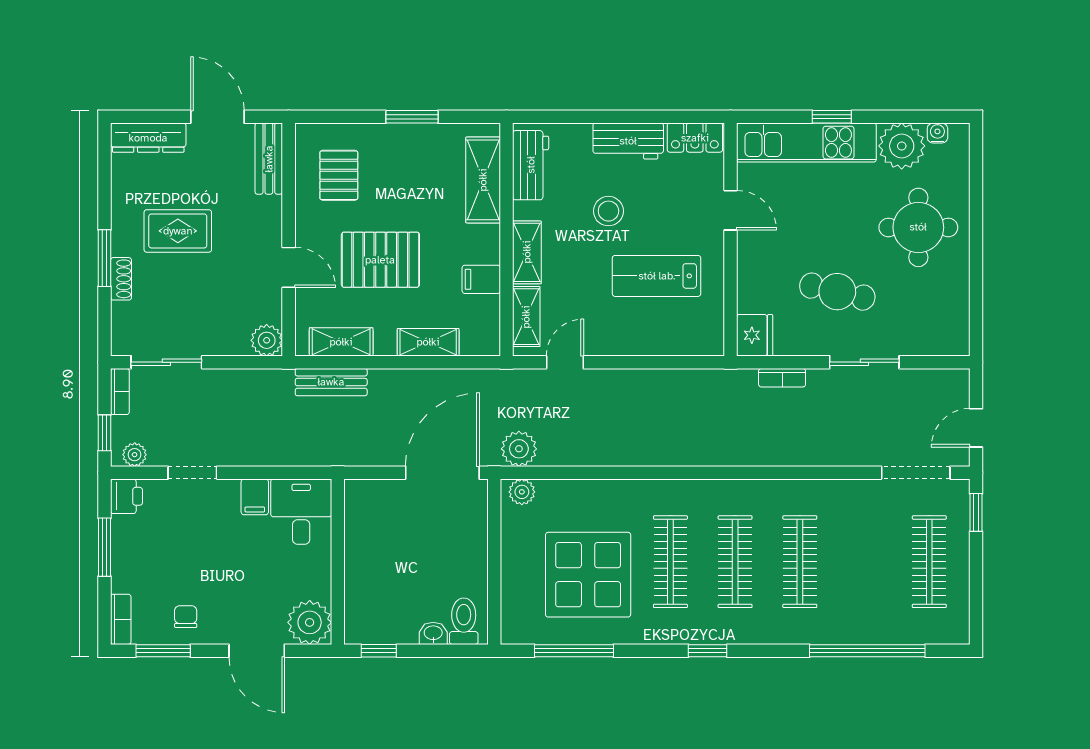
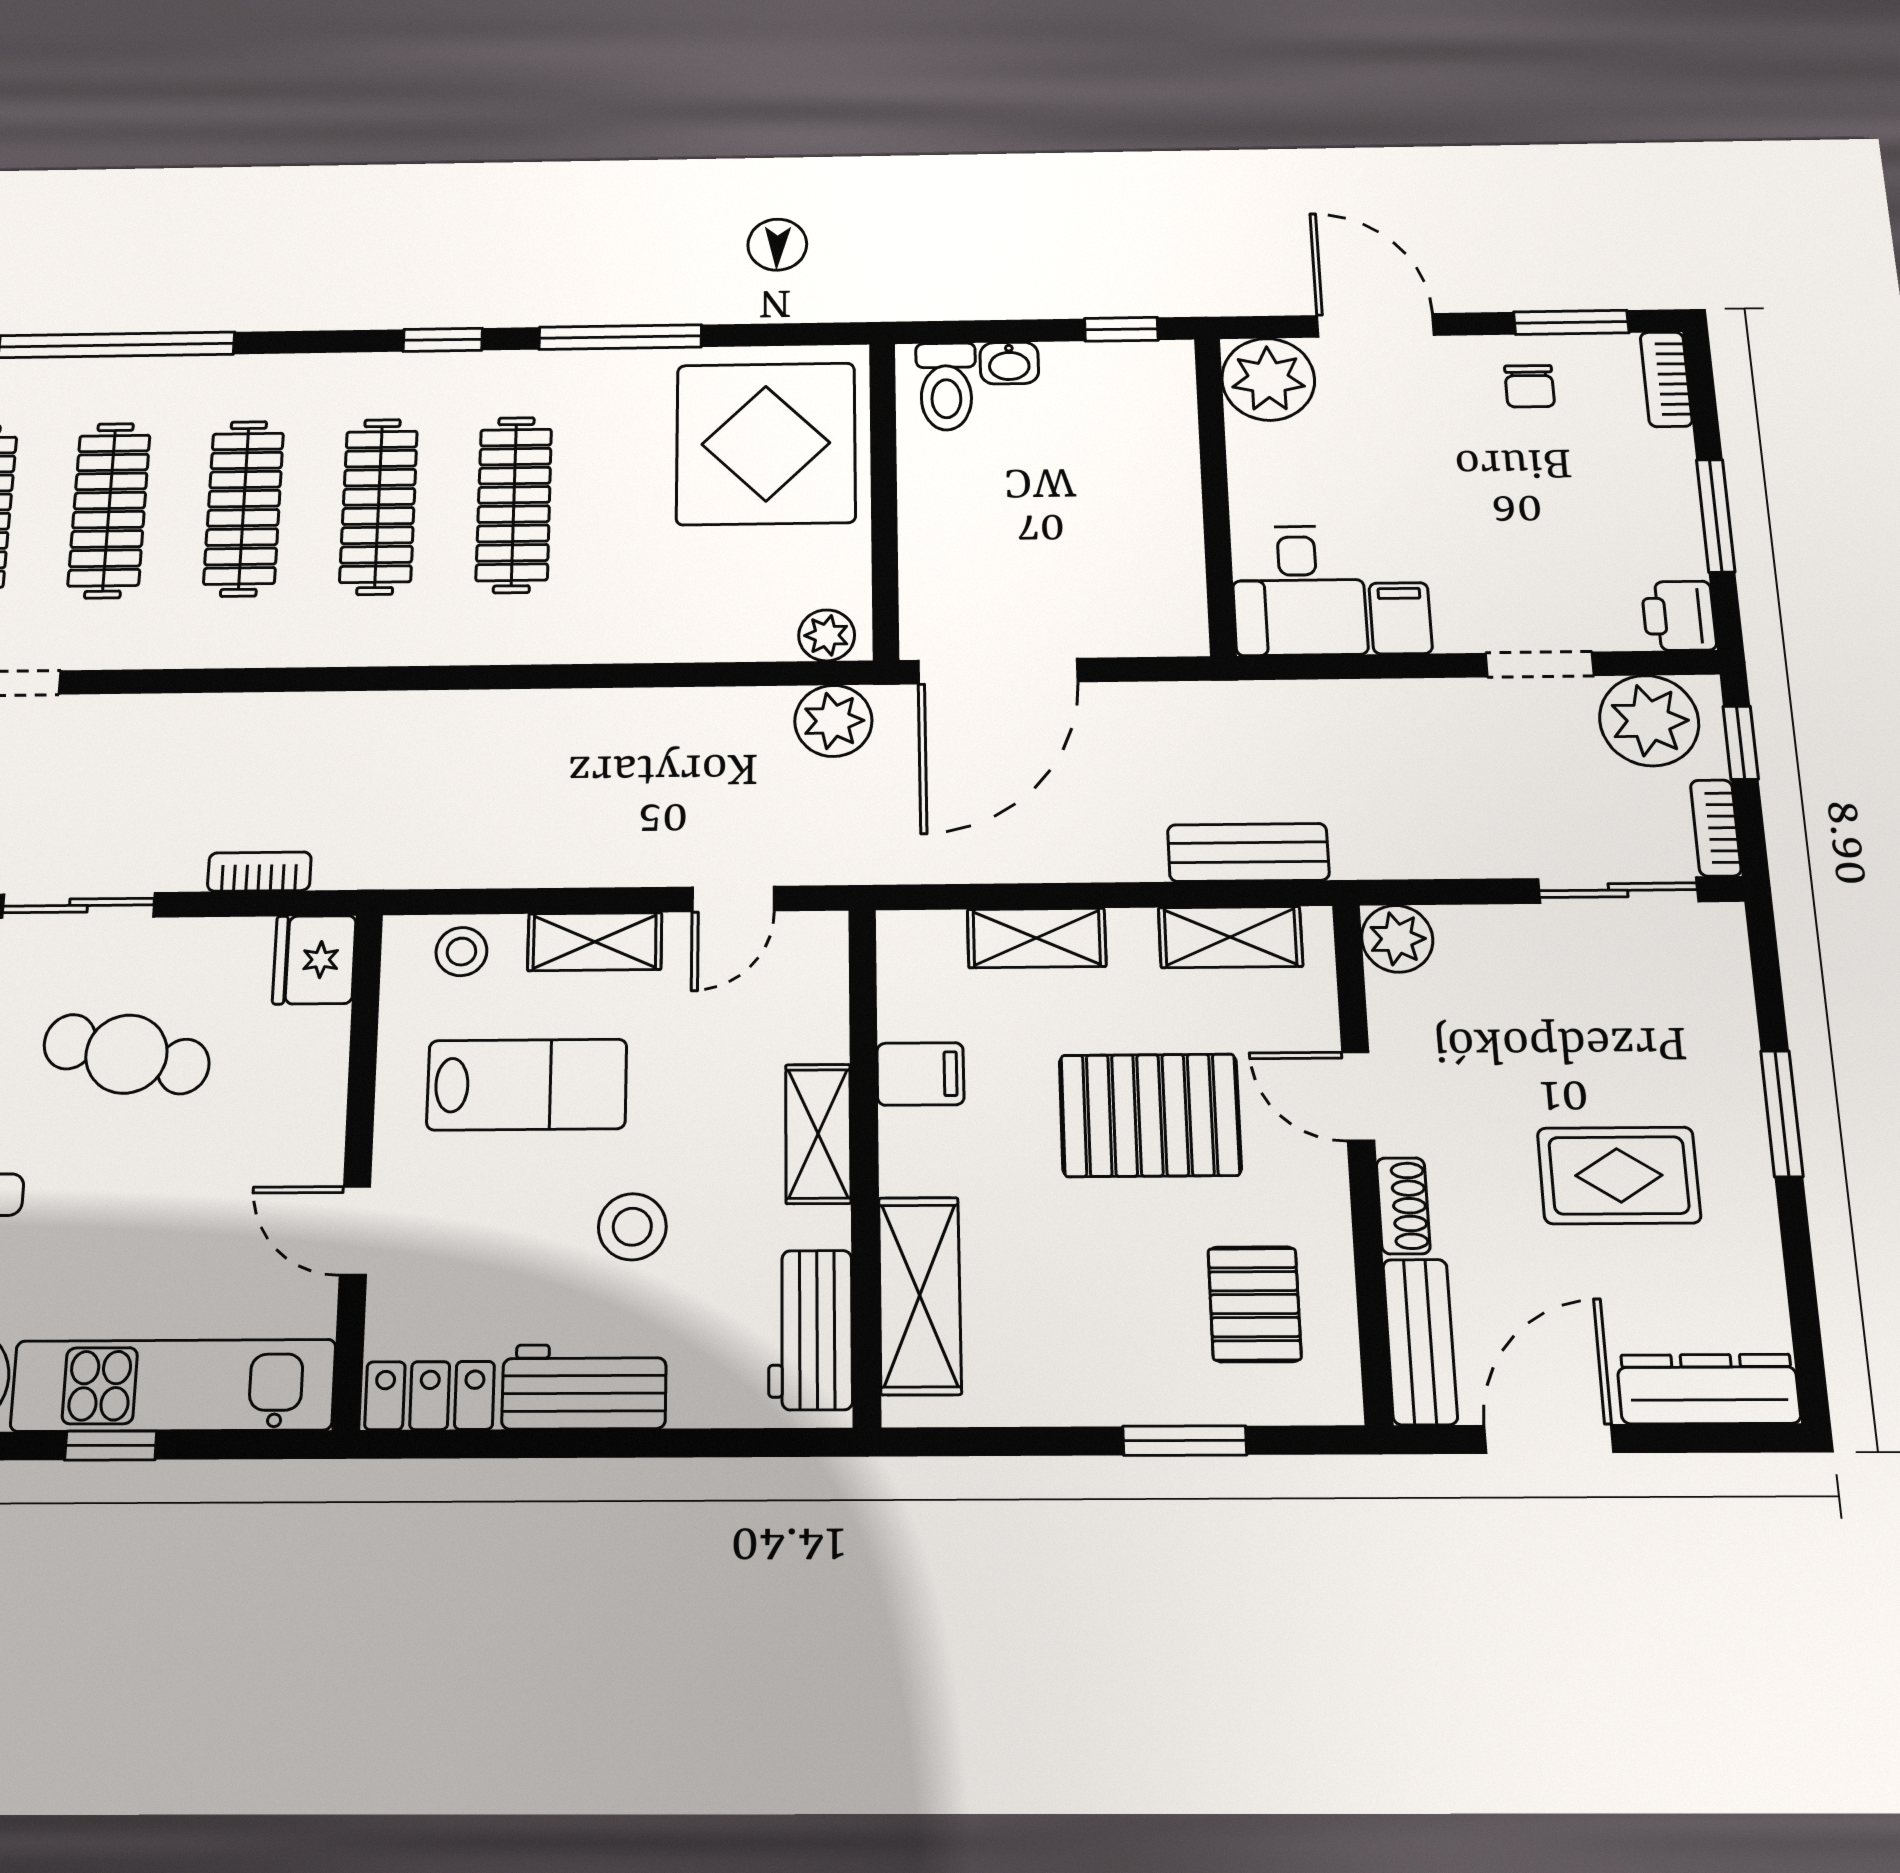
door: (217, 117) -> (1549, 1439), swing flipped
window: (412, 117) -> (1185, 1441), moved
shoe rack: (121, 279) -> (1403, 1206), moved, turned 180
shelving: (526, 317) -> (595, 942), moved, turned 90
stool: (688, 338) -> (461, 952), added
plant: (135, 455) -> (1649, 721), width x1.88, depth x1.88
clothes rail: (865, 562) -> (109, 510), added
display table: (588, 575) -> (766, 444), moved
window: (574, 651) -> (620, 337), moved

